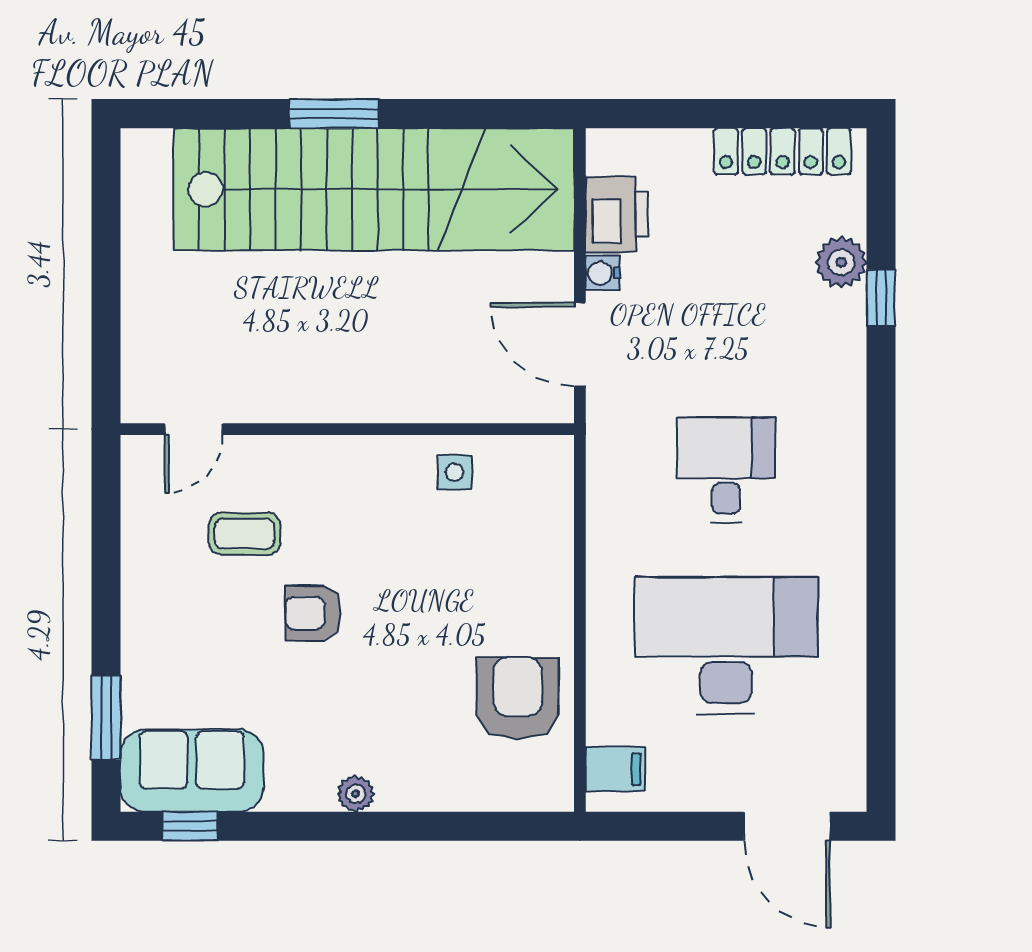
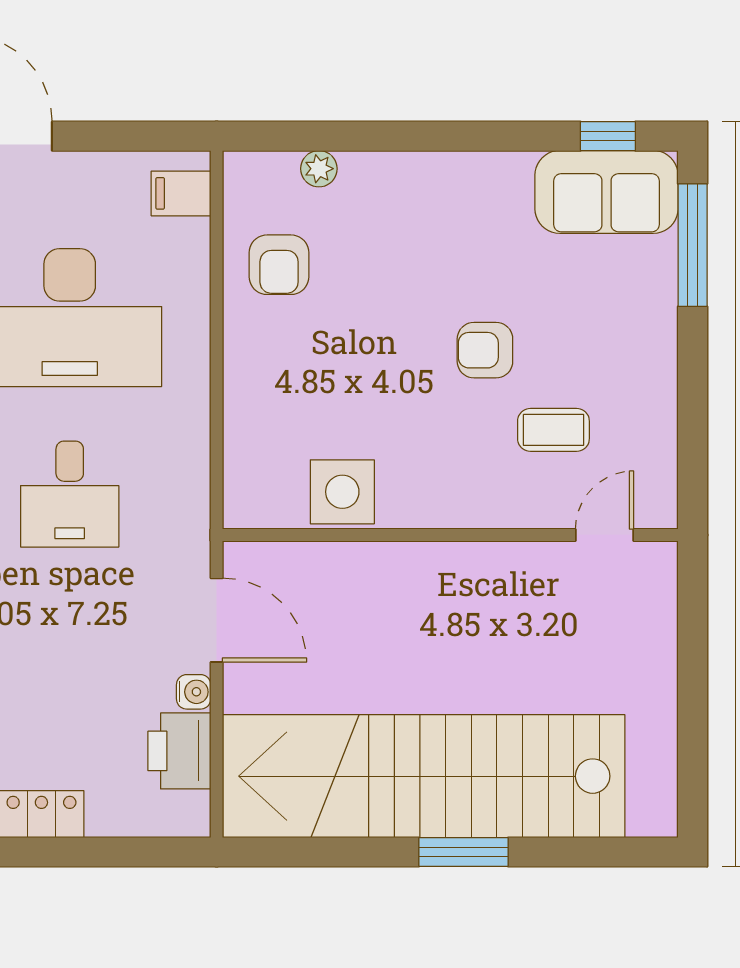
side table: (455, 472) -> (342, 492), width x1.87, depth x1.87
armchair: (313, 613) -> (485, 350), turned 180
armchair: (518, 698) -> (279, 265), width x0.72, depth x0.72
window: (106, 718) -> (693, 245), width x1.44
plant: (356, 794) -> (319, 169), moved

